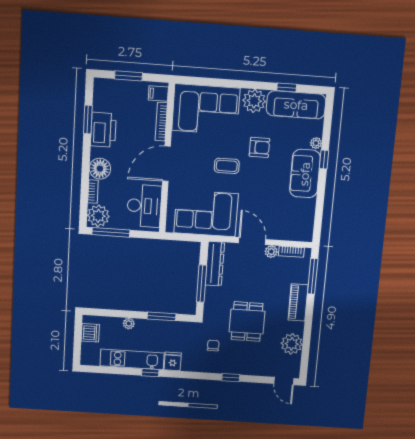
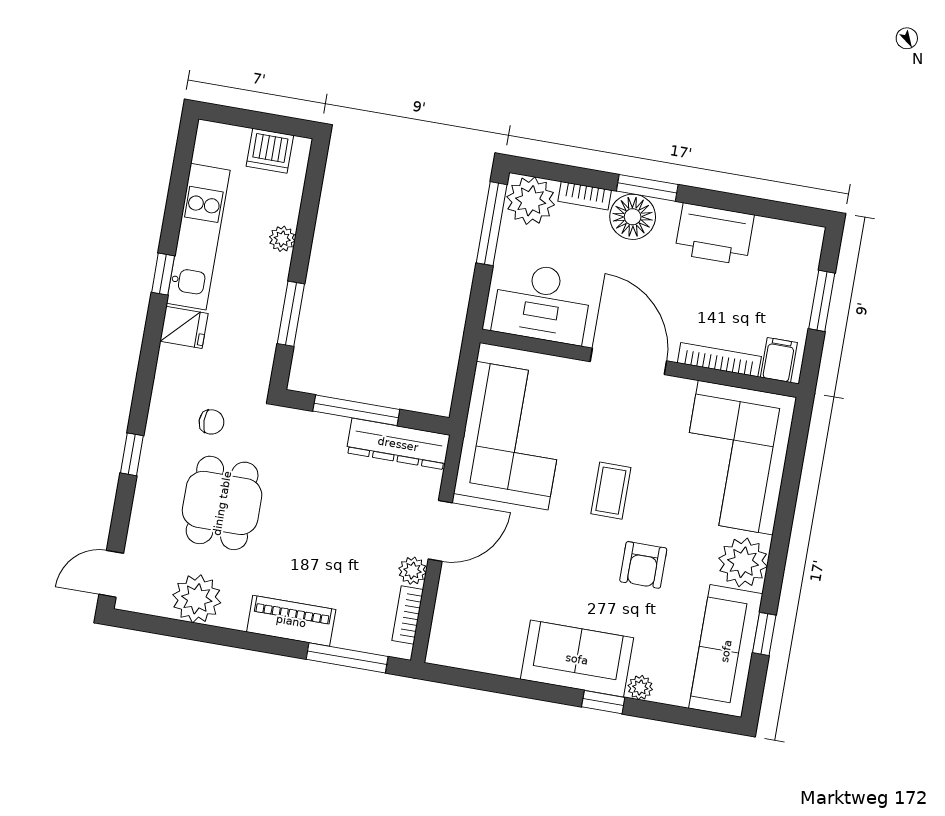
window: (88, 120) -> (647, 188), moved
dining table: (247, 322) -> (222, 503), moved, turned 90

